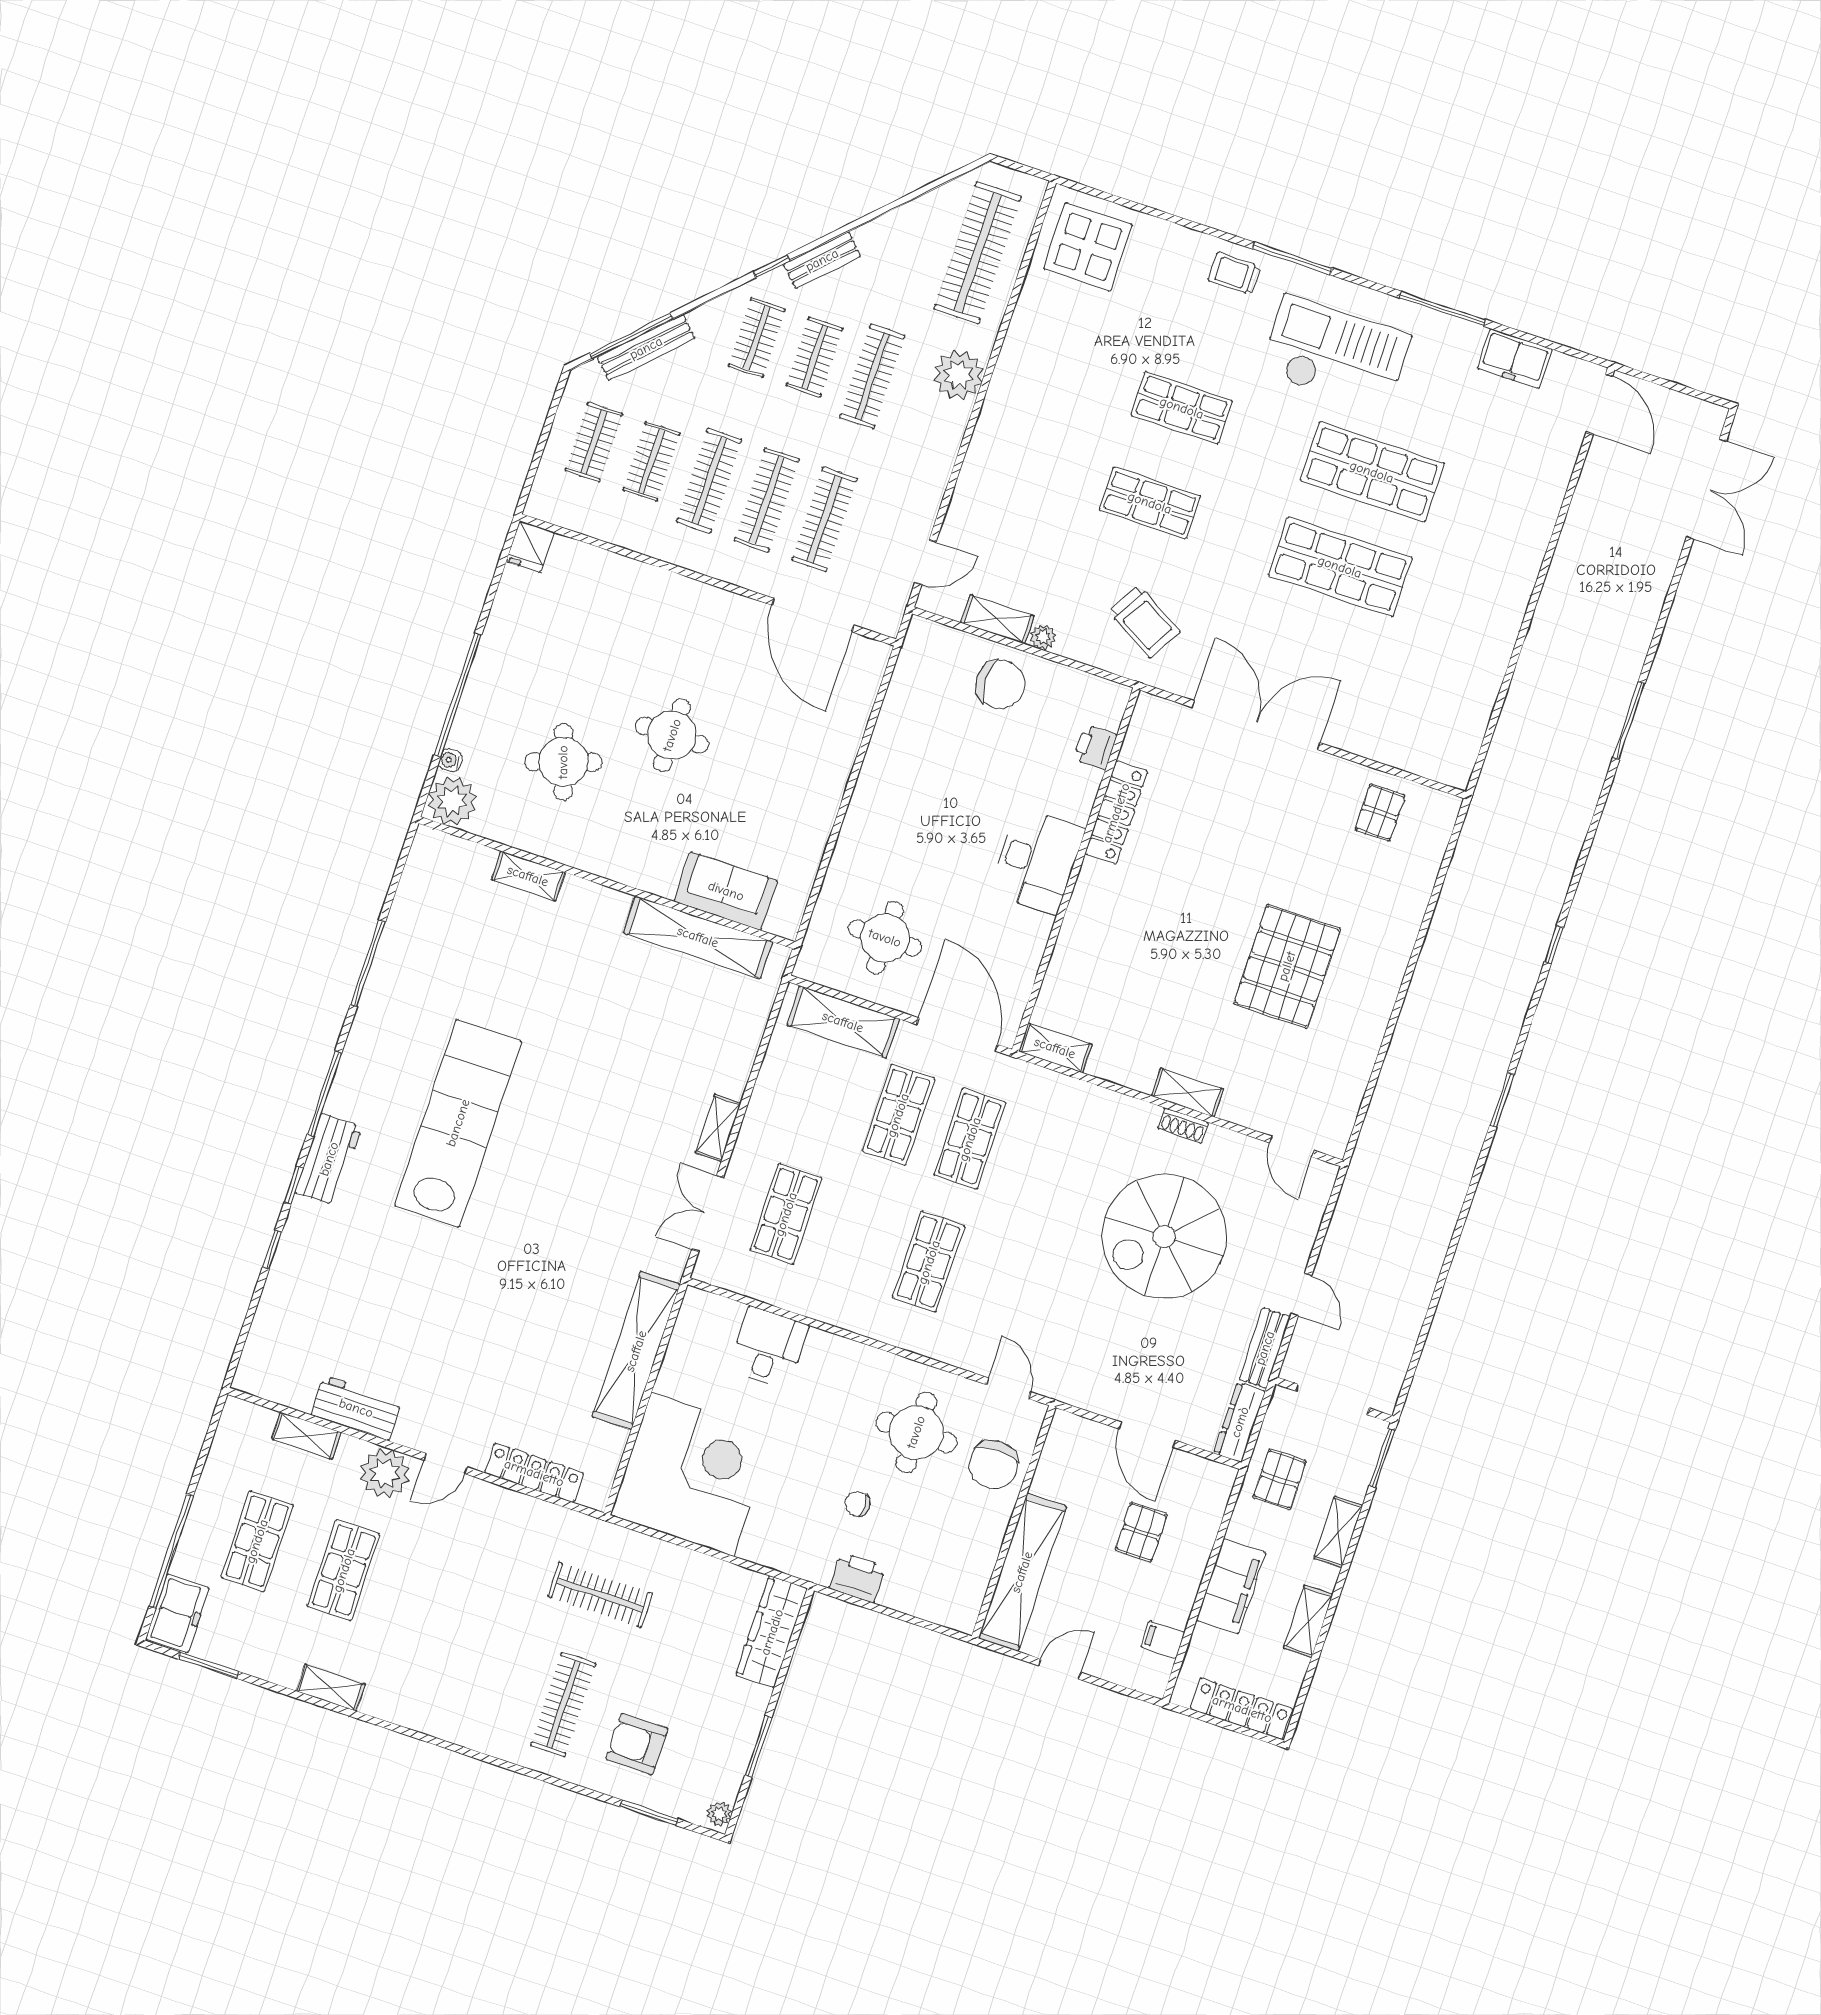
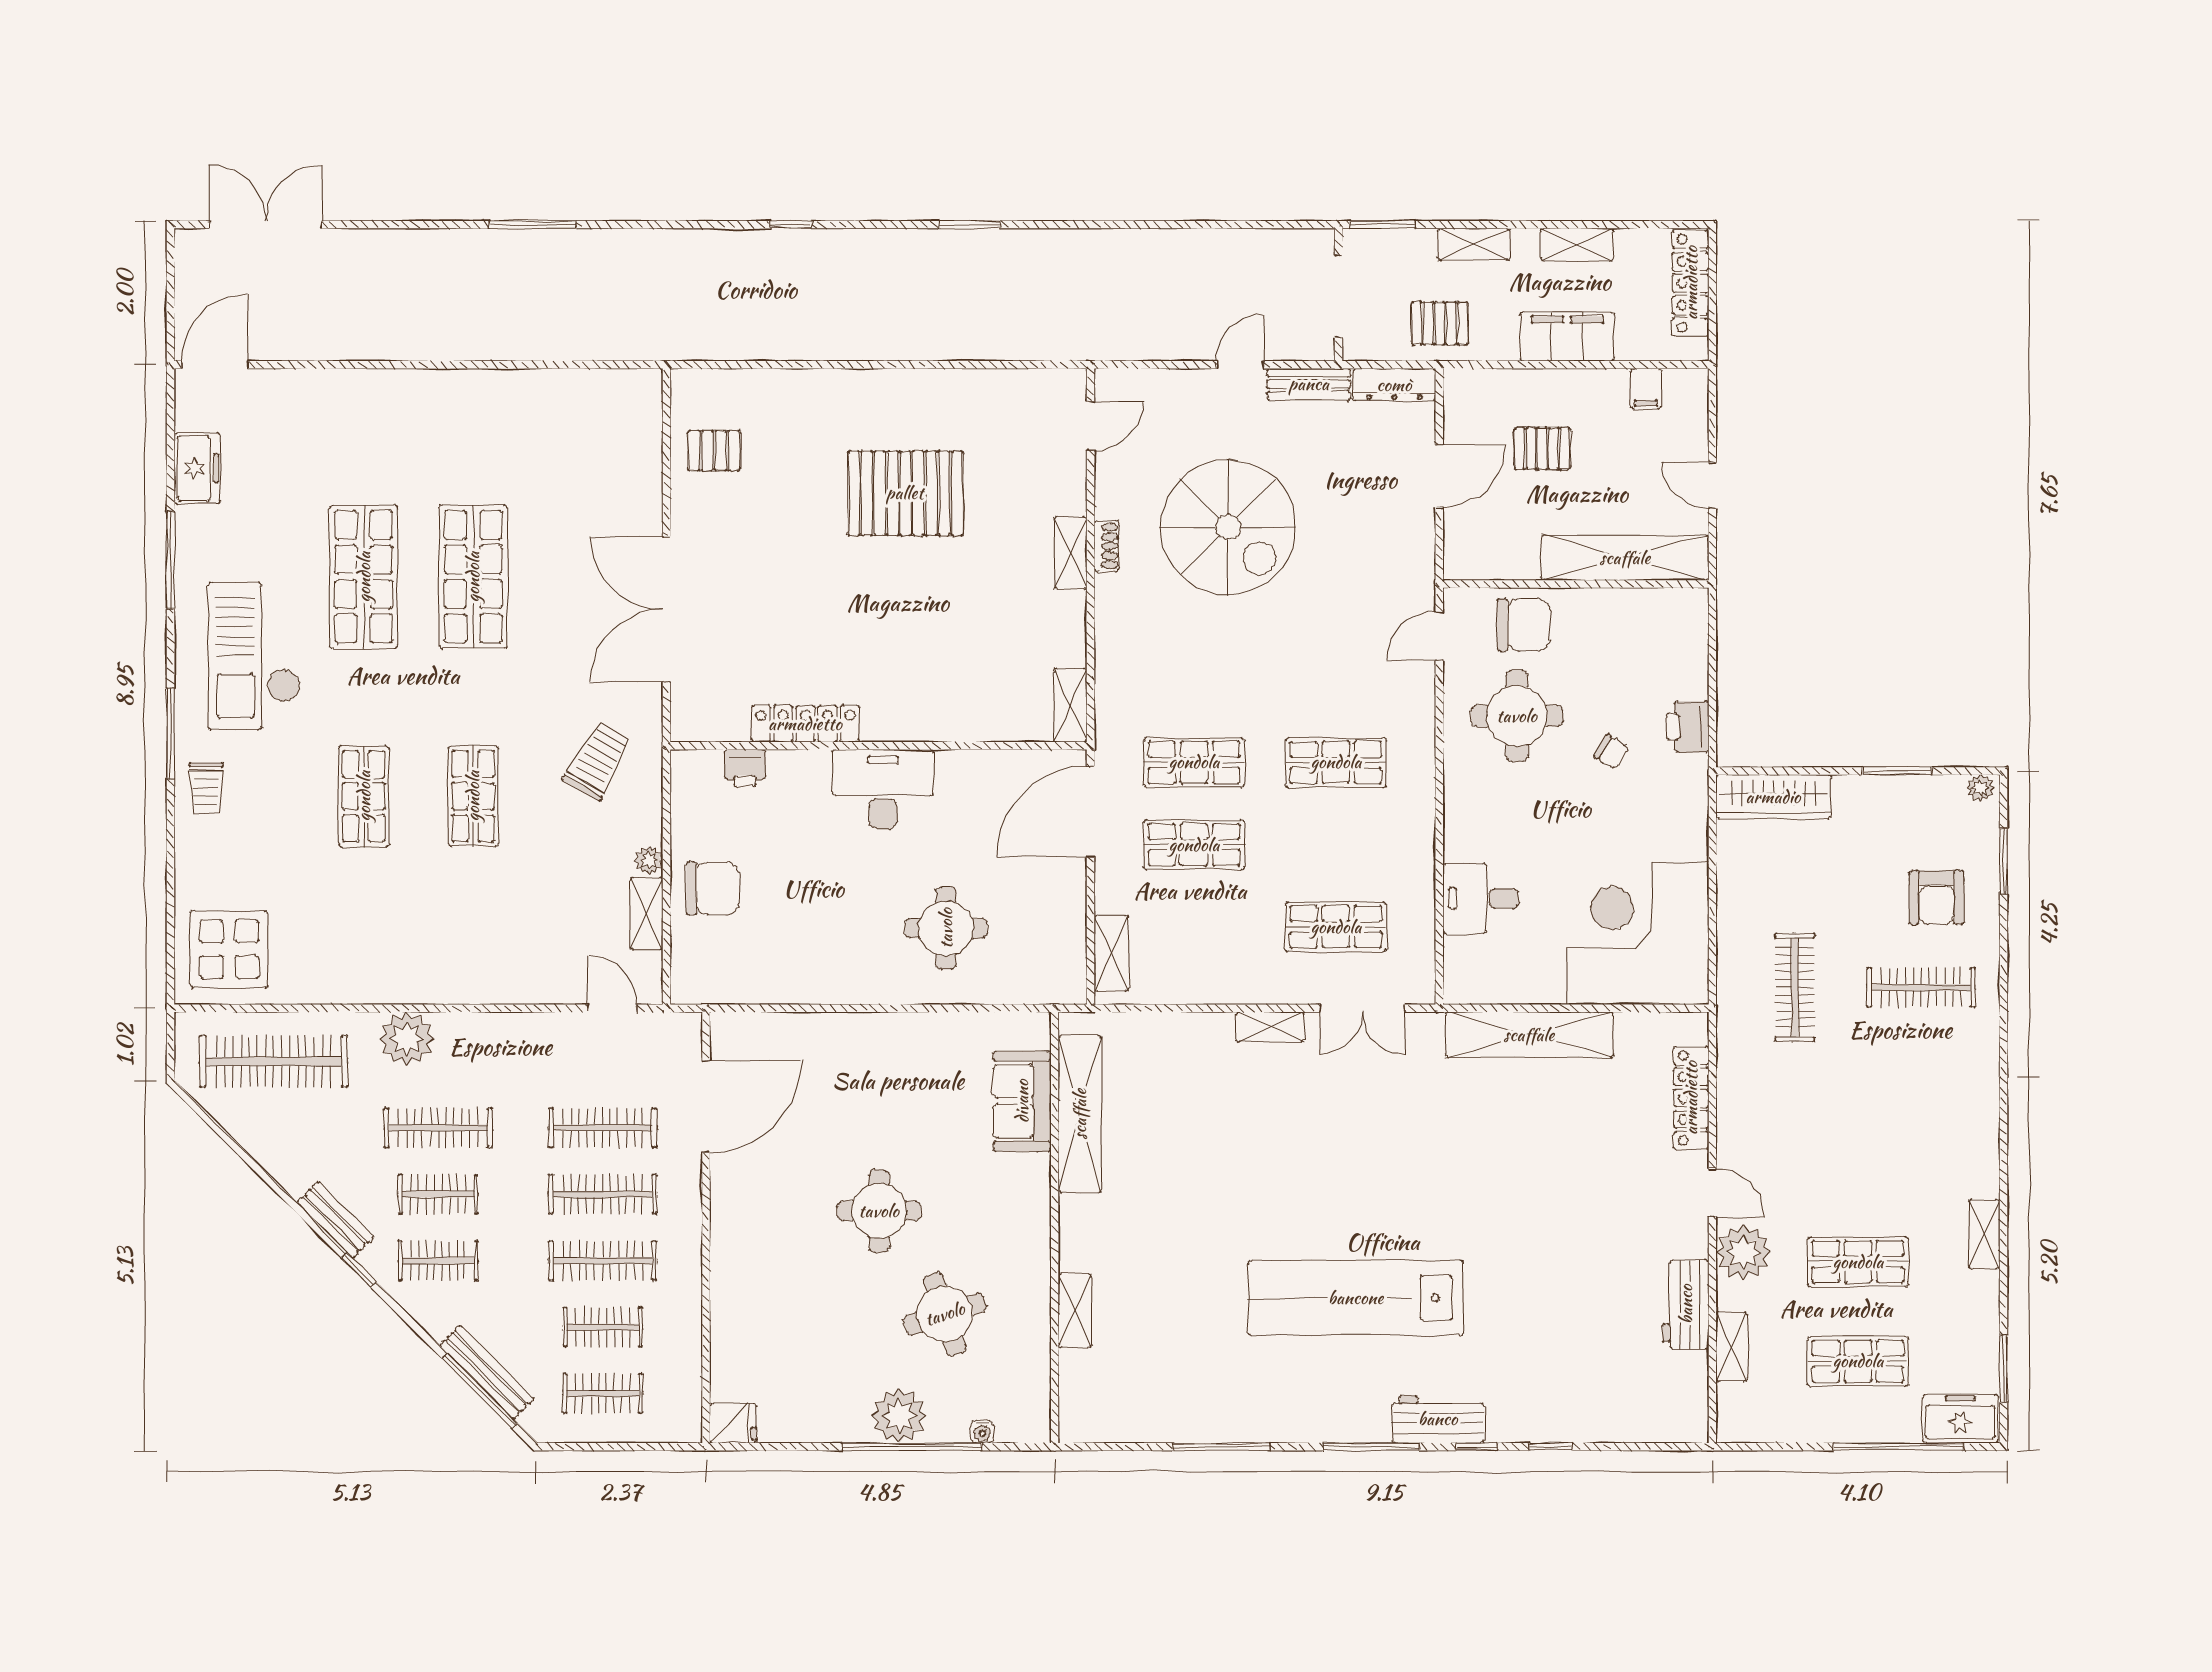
chair: (1000, 684) -> (713, 888), turned 90
plant: (452, 801) -> (899, 1416), moved
round table: (885, 938) -> (946, 928), moved
shelving: (843, 1022) -> (1111, 953), width x0.67, depth x0.75
chair: (858, 1504) -> (1611, 752), turned -58

